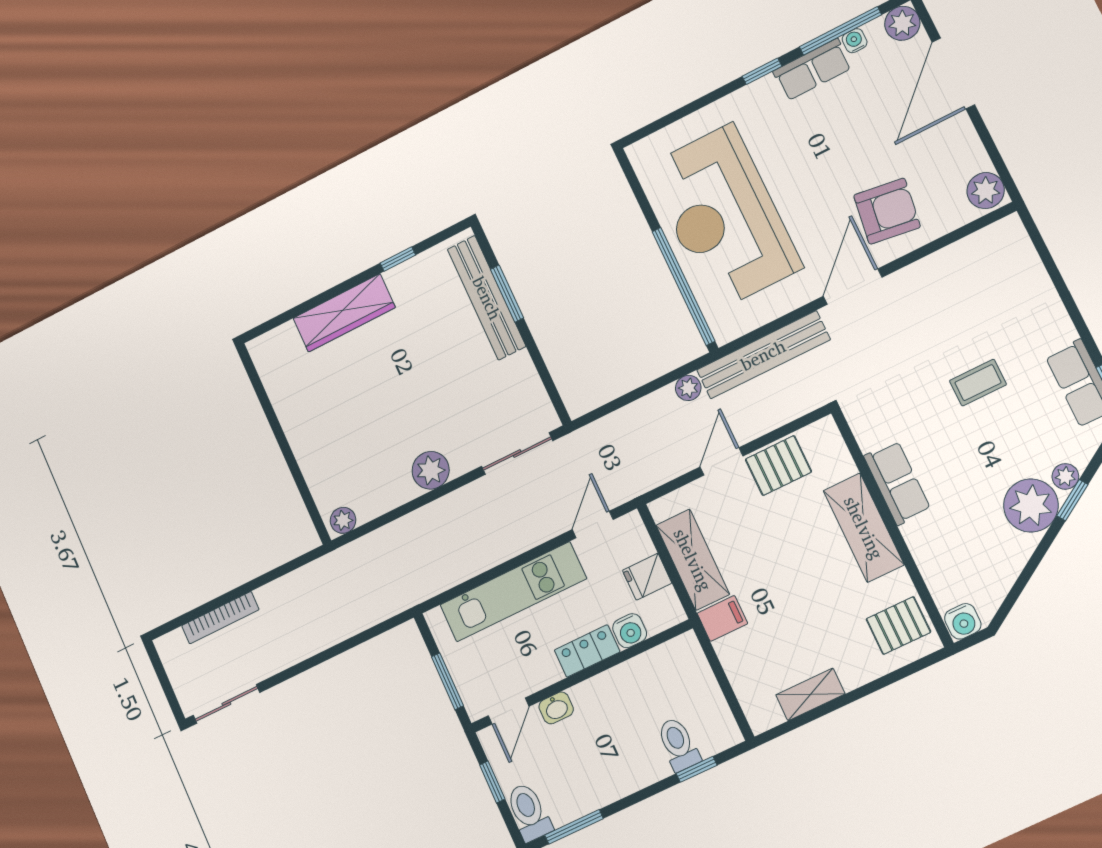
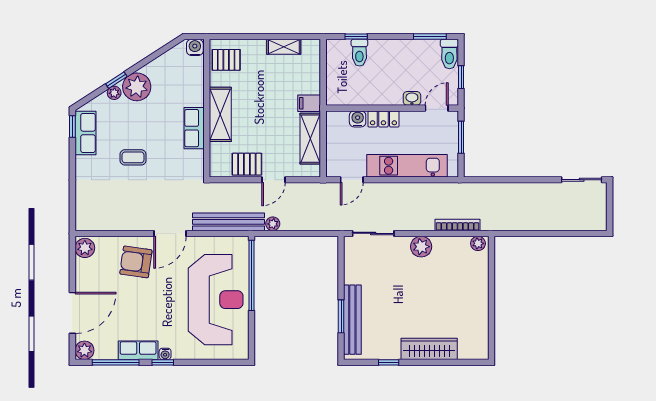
water cooler: (855, 41) -> (165, 354), moved
fridge: (647, 577) -> (337, 141), removed
bookcase: (220, 618) -> (458, 225), moved

